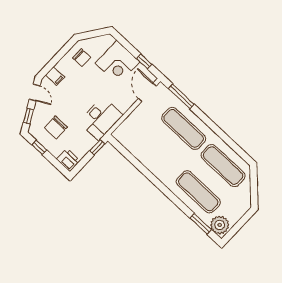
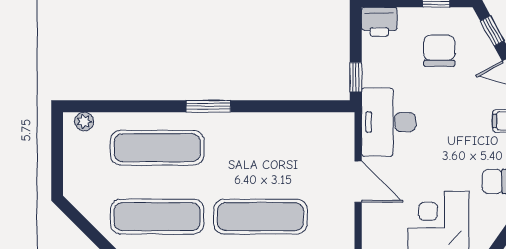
door: (147, 92) -> (358, 182), moved
window: (201, 224) -> (208, 106), moved
plant: (220, 225) -> (84, 121), width x0.53, depth x0.53

